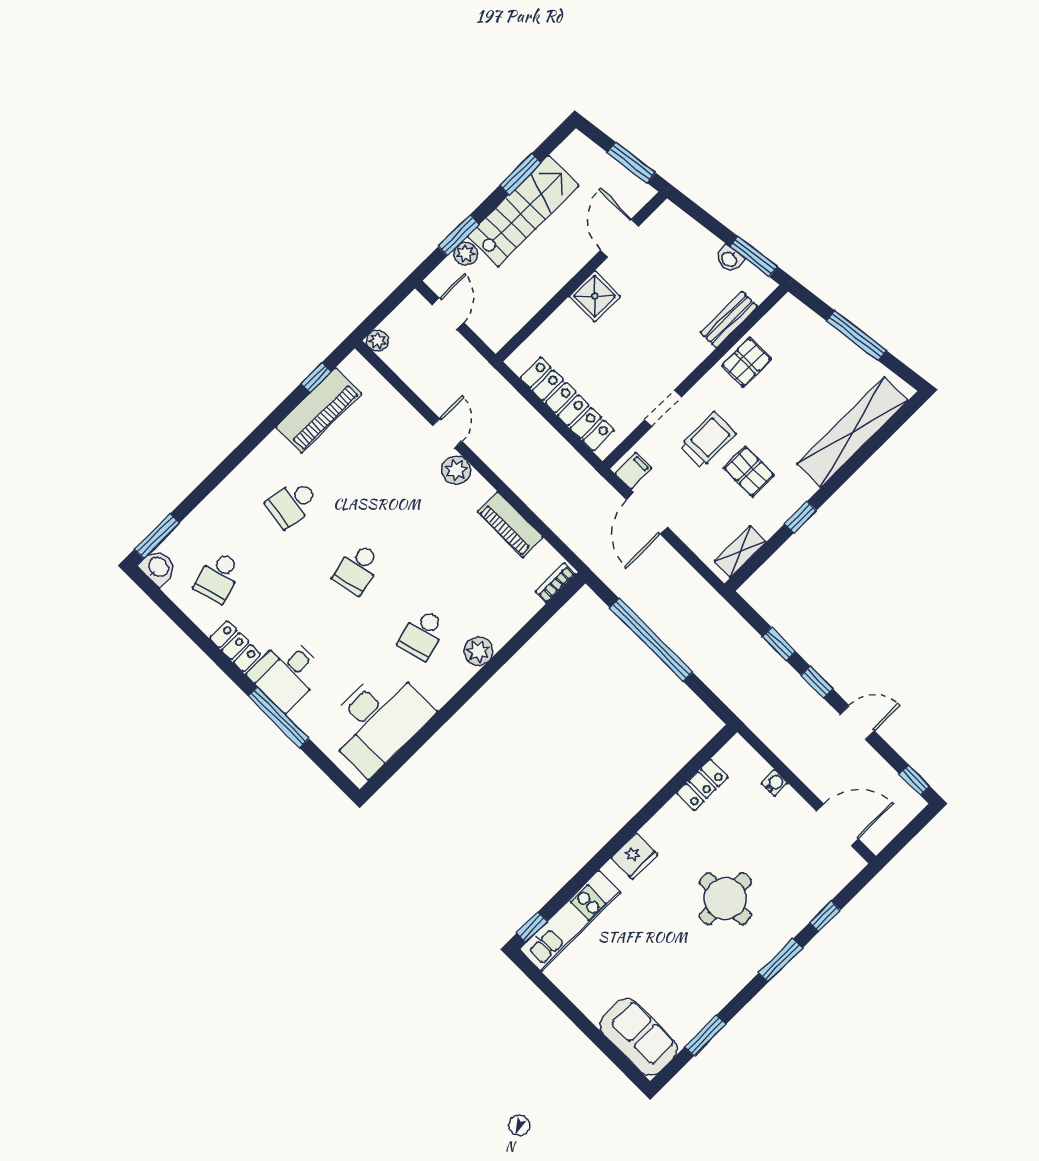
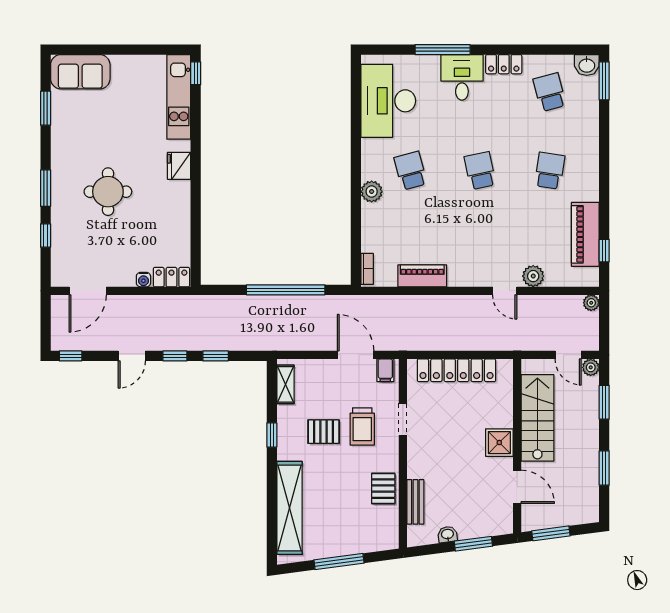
stairs: (523, 211) -> (537, 418), moved, turned 180
plant: (466, 254) -> (591, 367), moved
window: (754, 257) -> (473, 544), moved
plant: (456, 470) -> (533, 276), moved
locker: (702, 785) -> (171, 277), moved, turned 90

